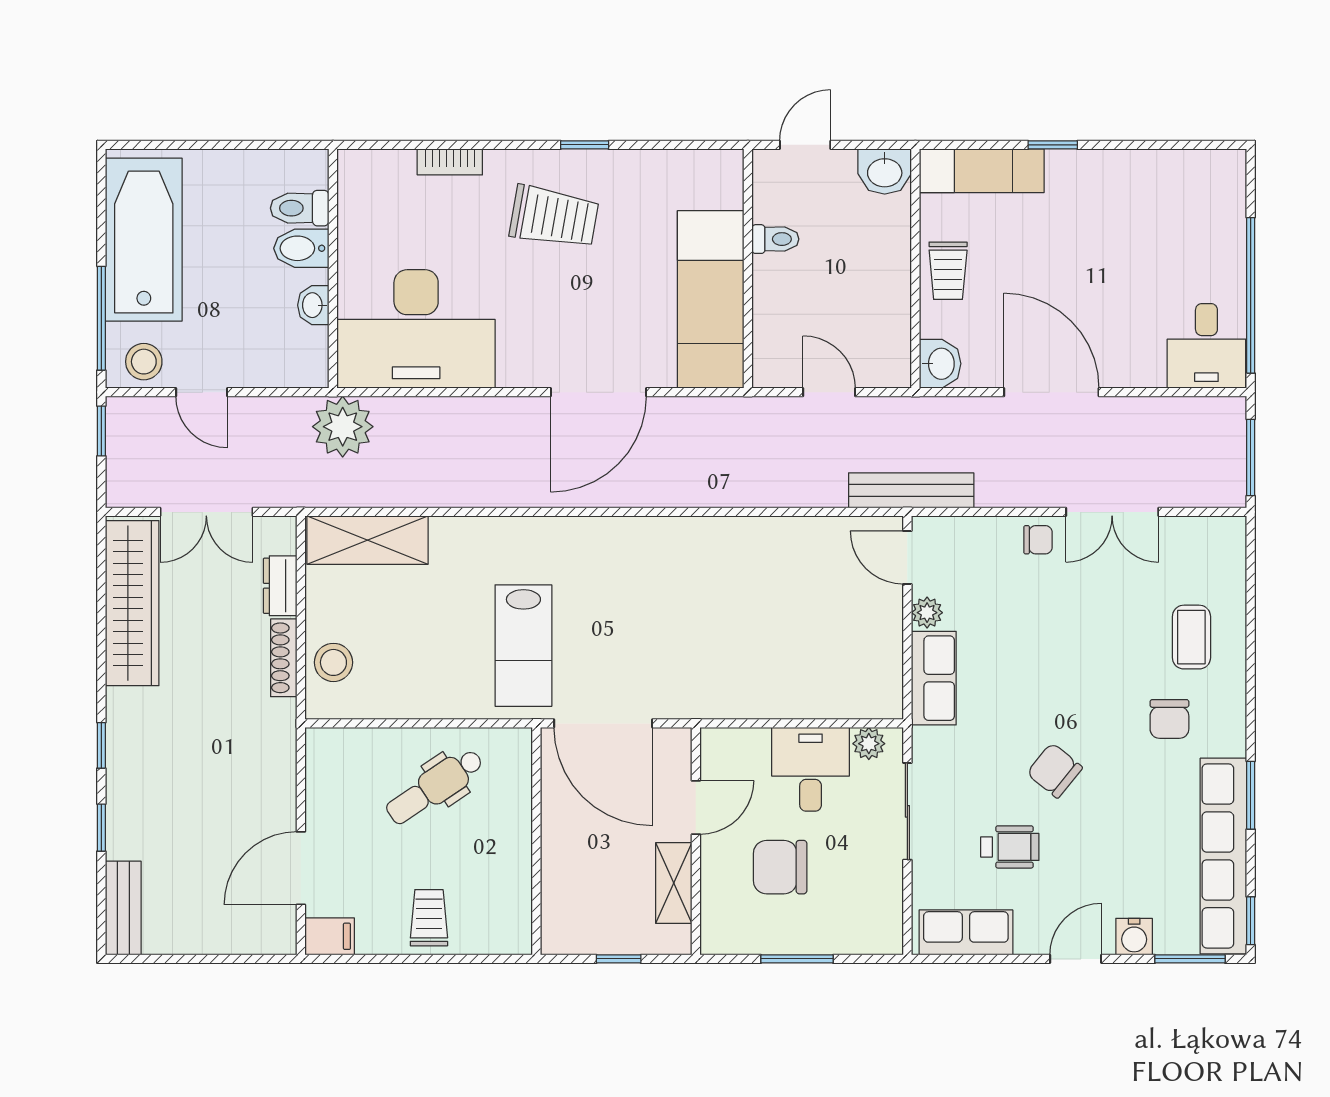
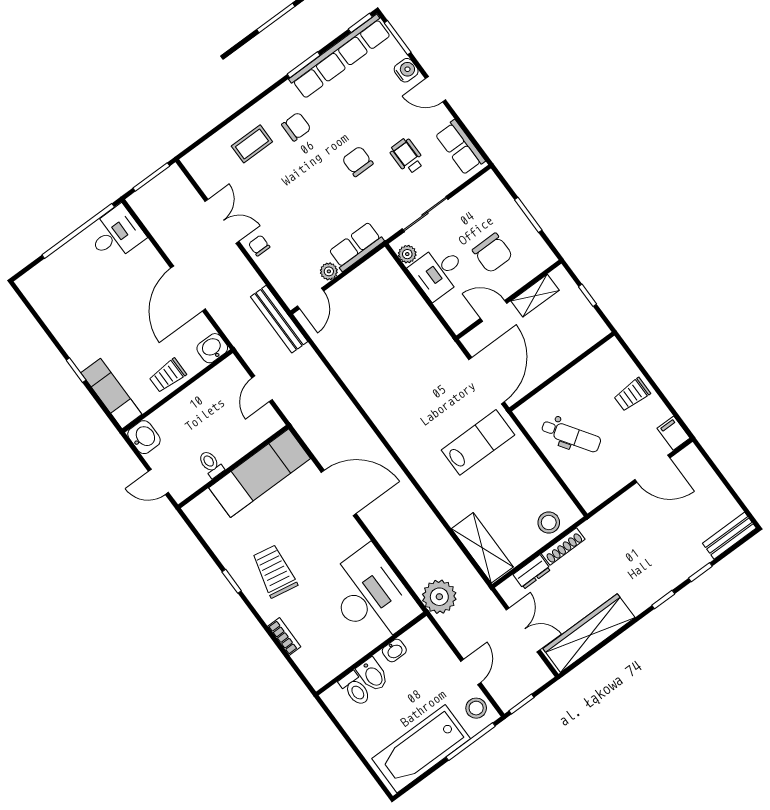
trolley: (948, 271) -> (168, 376), turned 180
chair: (1055, 770) -> (358, 161), turned 141

